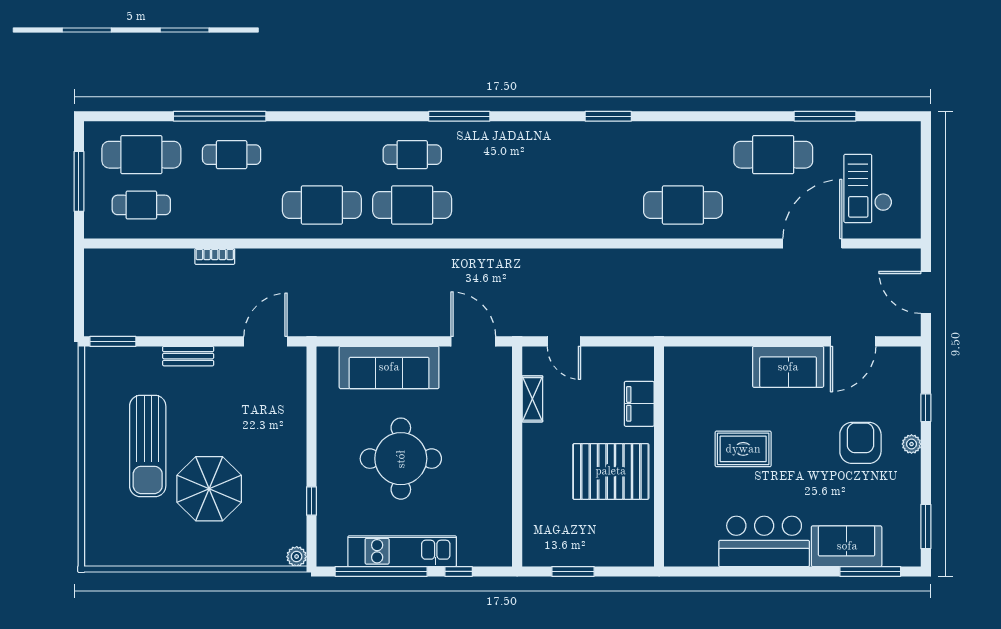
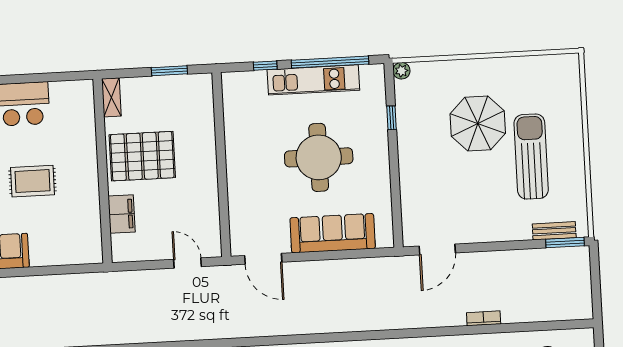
bench: (188, 356) -> (554, 231), moved
shelving: (532, 399) -> (111, 97), moved

